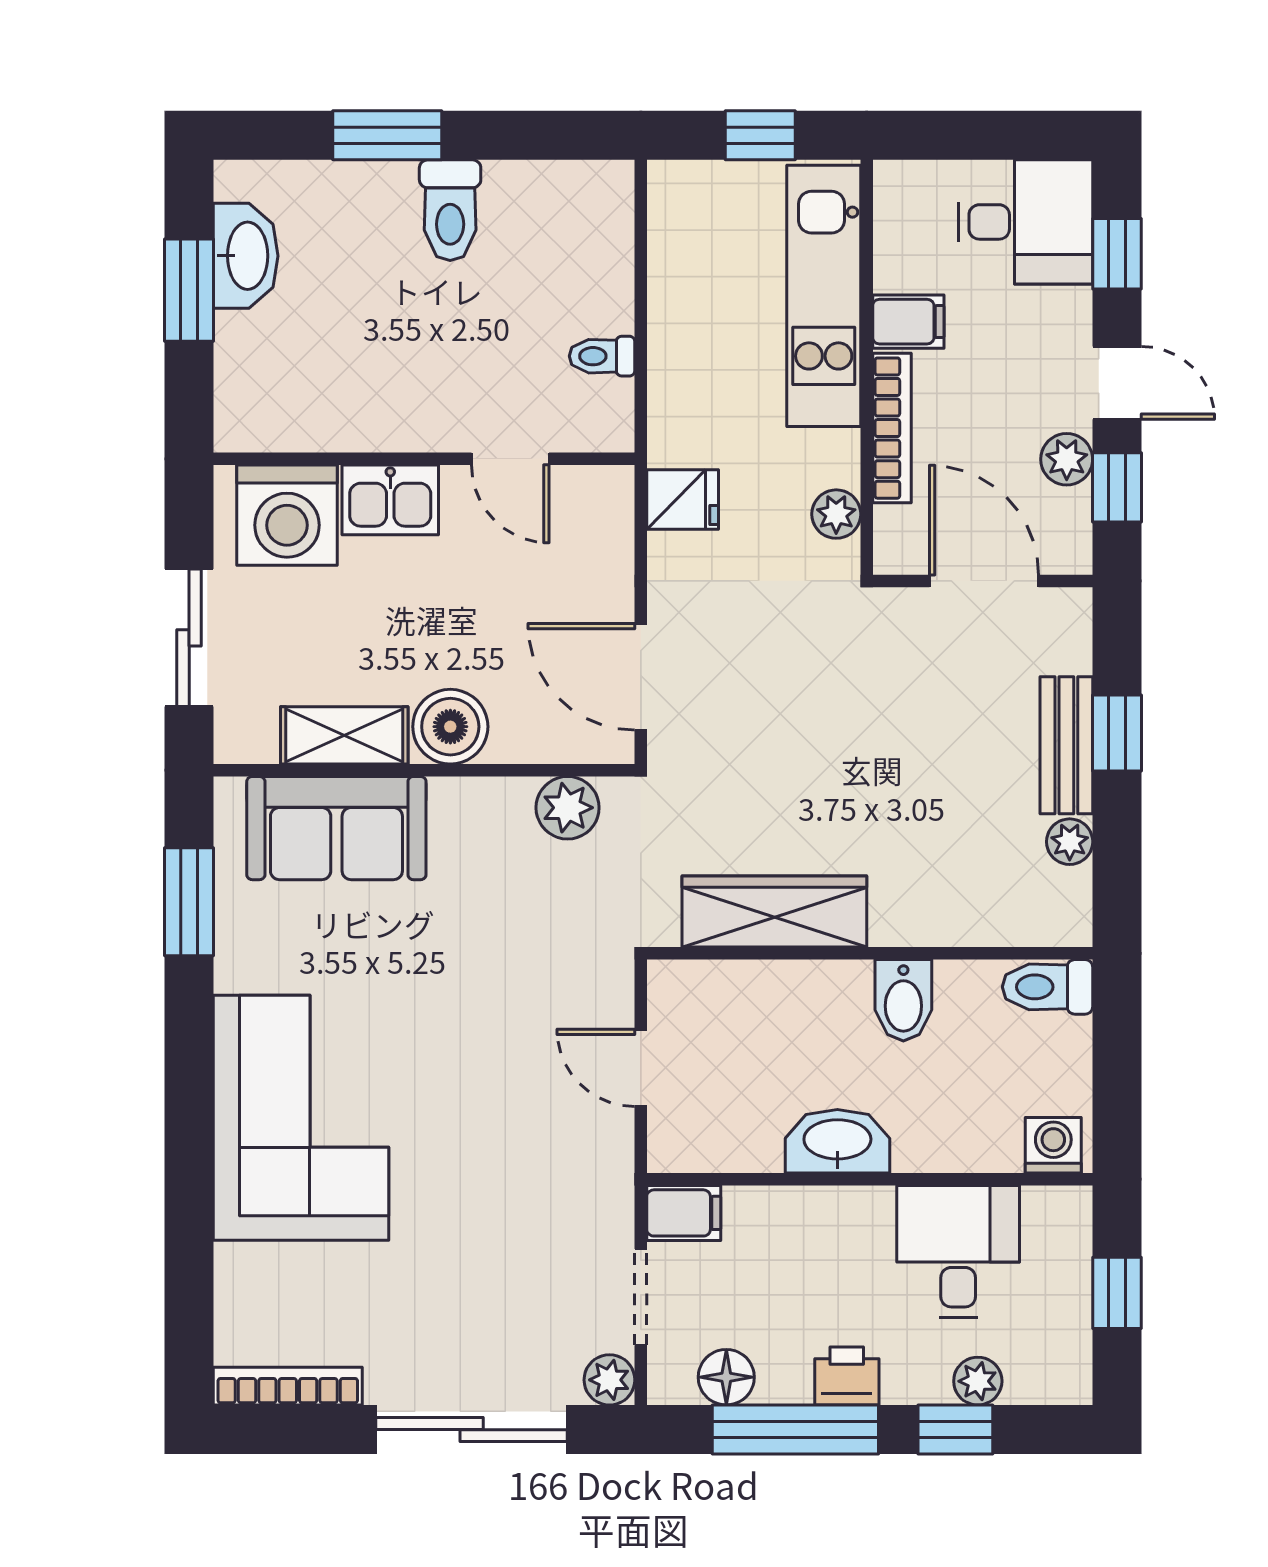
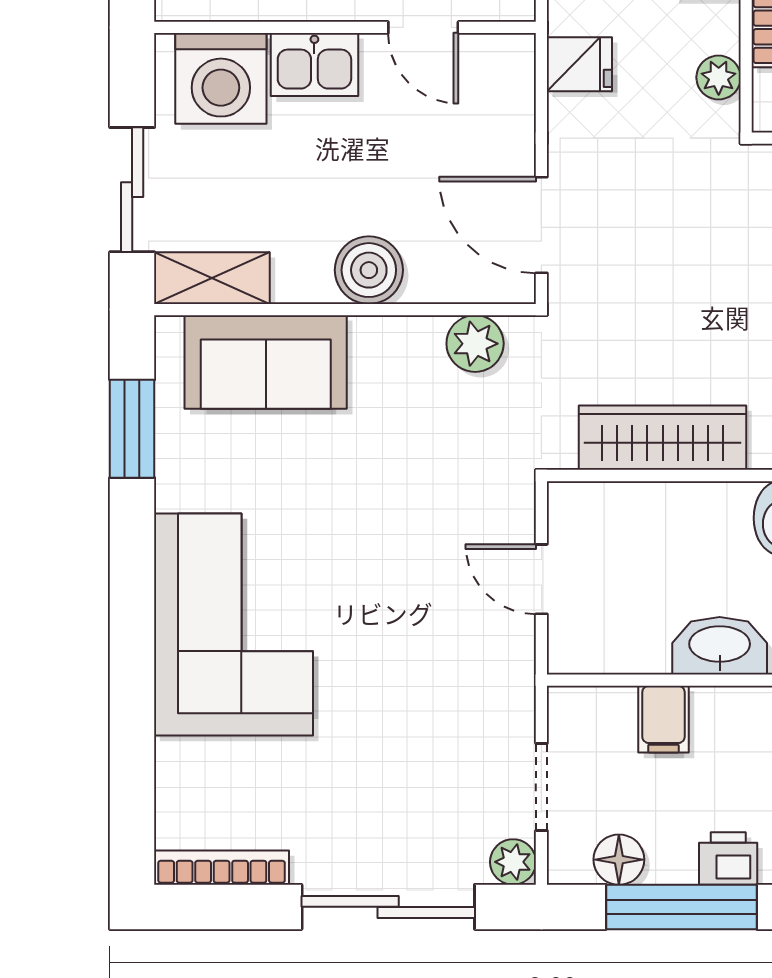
shelving: (344, 735) -> (212, 278), moved
filing cabinet: (684, 1213) -> (663, 719), moved, turned 90

